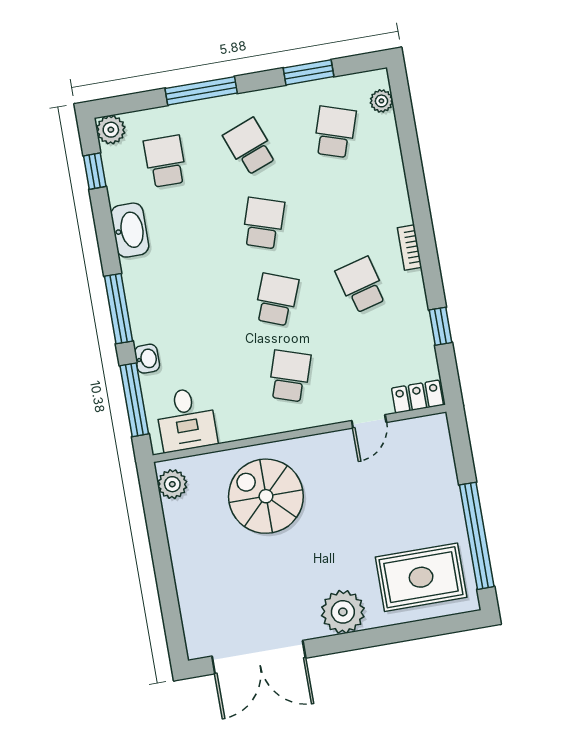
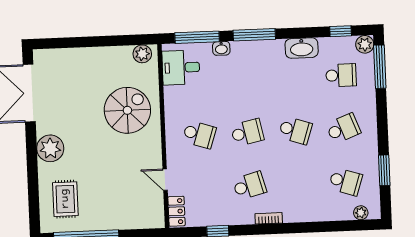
window: (201, 91) -> (380, 67), moved
school desk: (276, 300) -> (247, 132), turned -33
rug: (421, 577) -> (65, 199), width x0.73, depth x0.70

